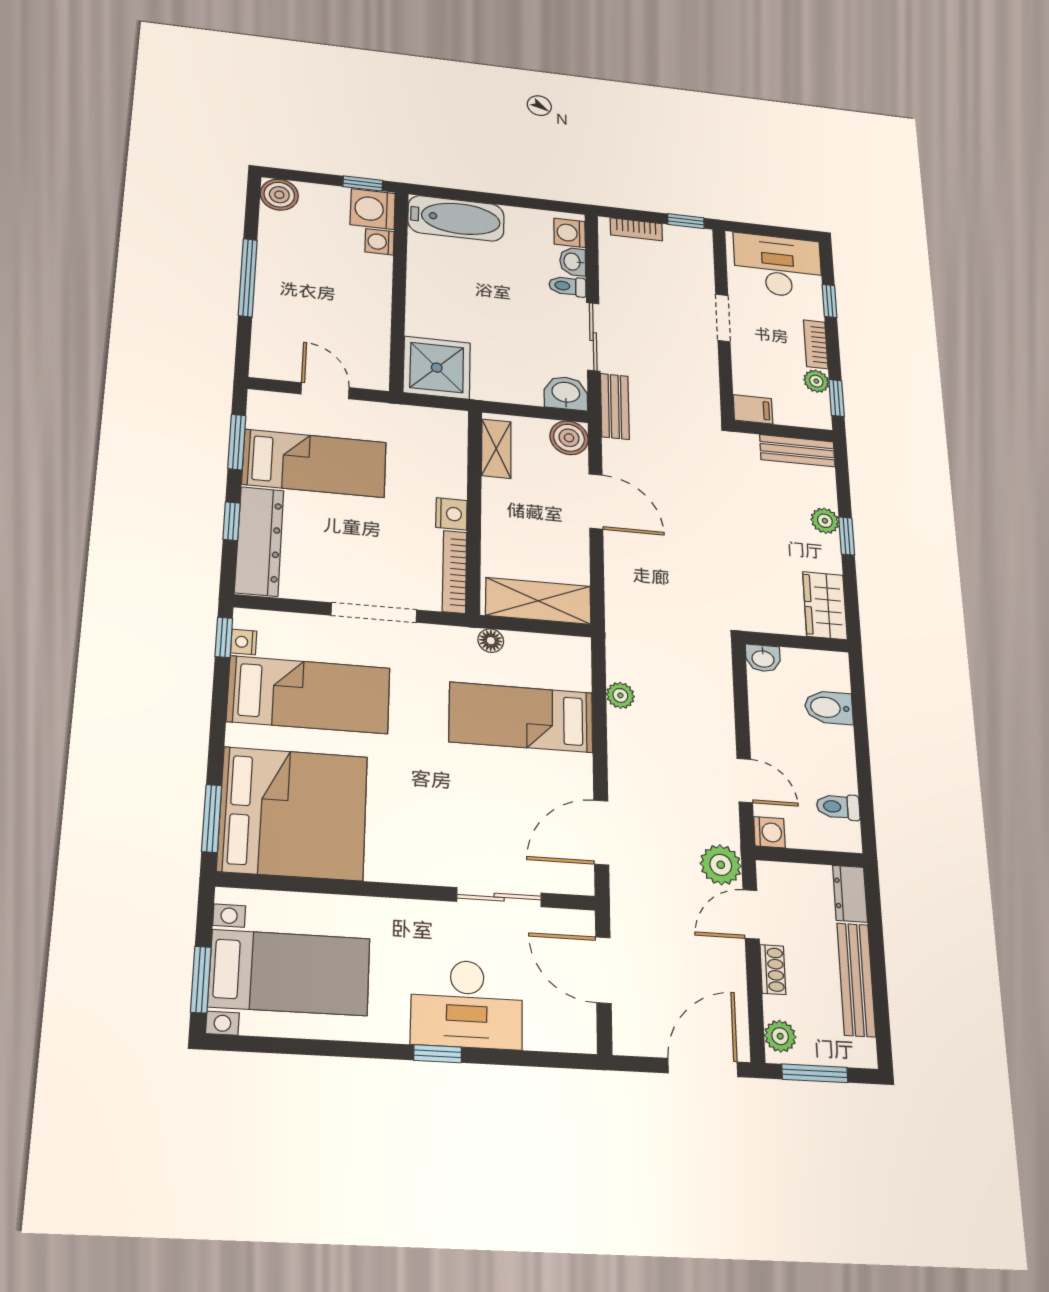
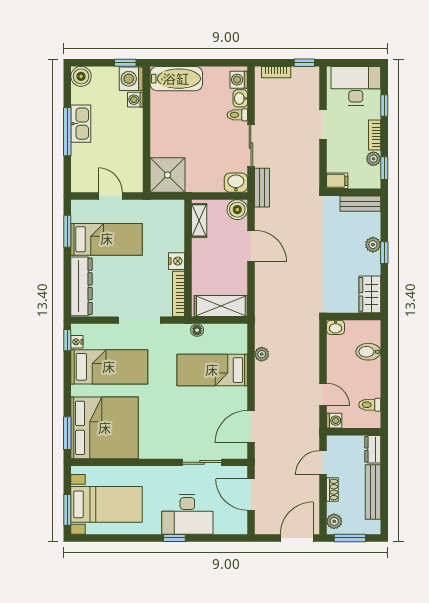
kitchen sink: (274, 268) -> (81, 124), added
window: (232, 521) -> (67, 277), removed
plant: (721, 865) -> (309, 439), removed

